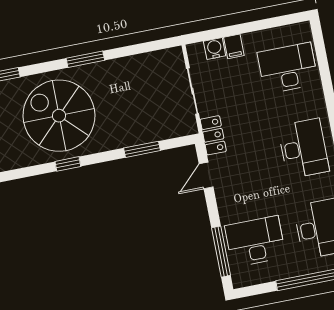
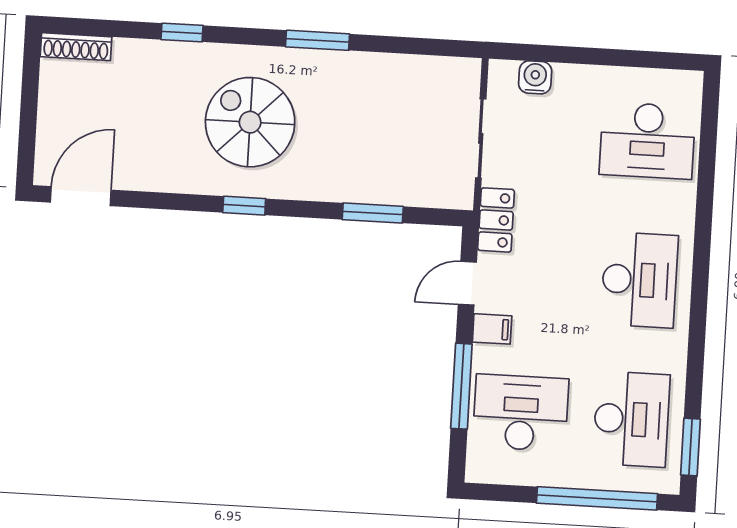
filing cabinet: (234, 46) -> (492, 329), moved, turned -90
desk: (288, 68) -> (647, 141), turned 180
spiral stairs: (59, 116) -> (250, 122), width x0.73, depth x0.73
window: (221, 252) -> (461, 386), moved

